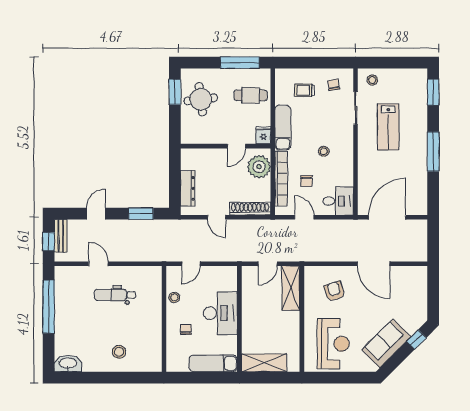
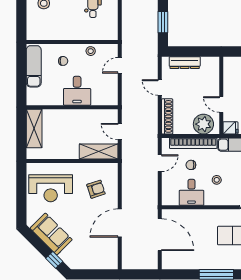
desk: (338, 201) -> (191, 192), moved
door: (217, 217) -> (160, 88), hinge flipped
door: (191, 264) -> (120, 65), hinge flipped
desk: (220, 313) -> (77, 91), width x0.73
exam couch: (213, 363) -> (34, 66), moved

